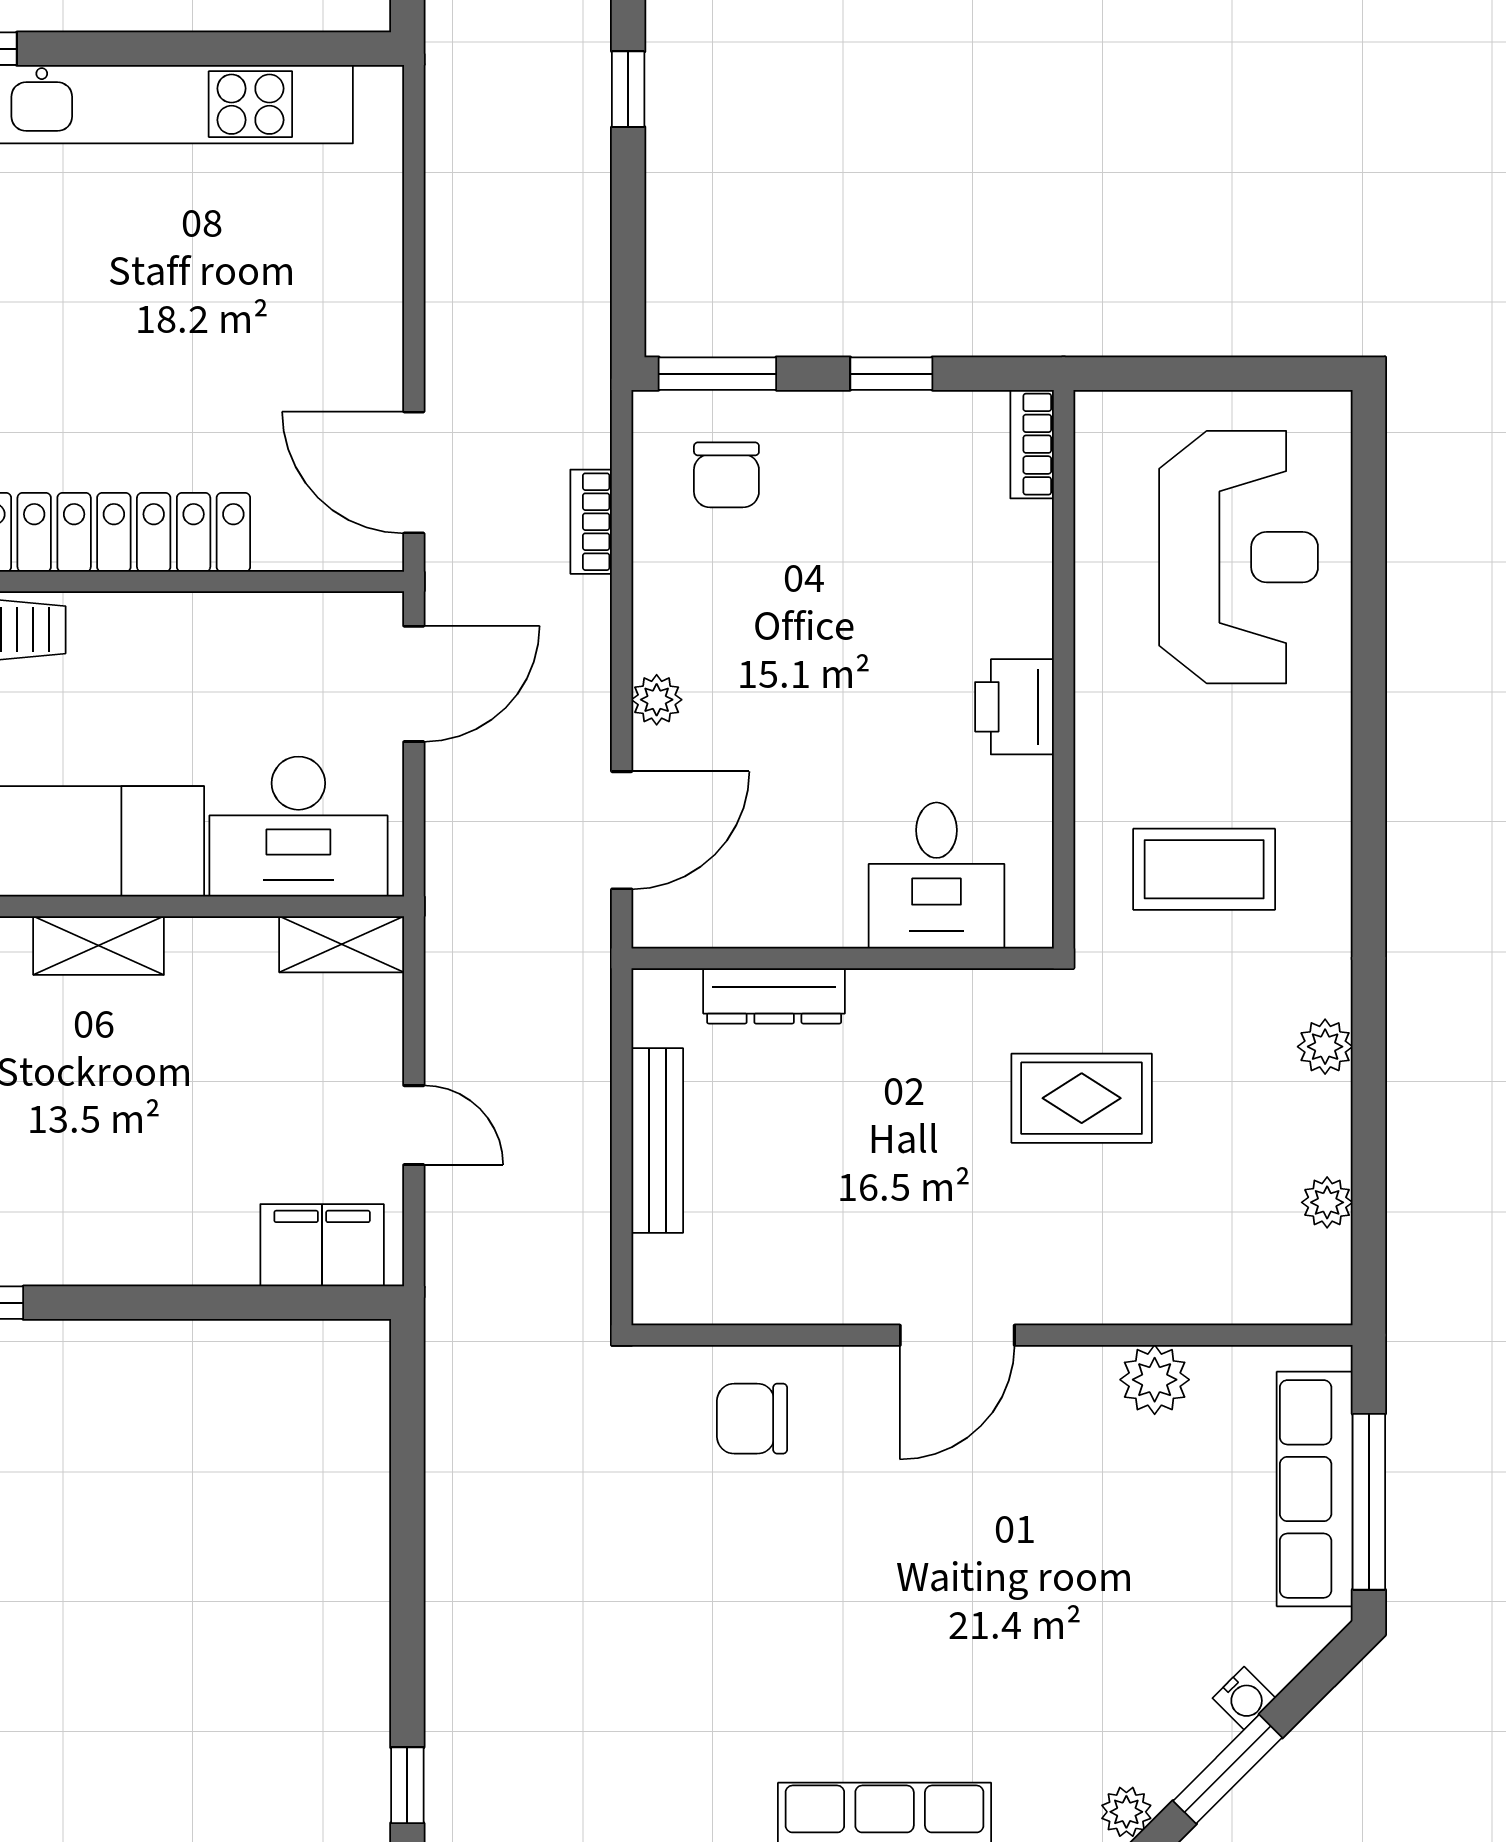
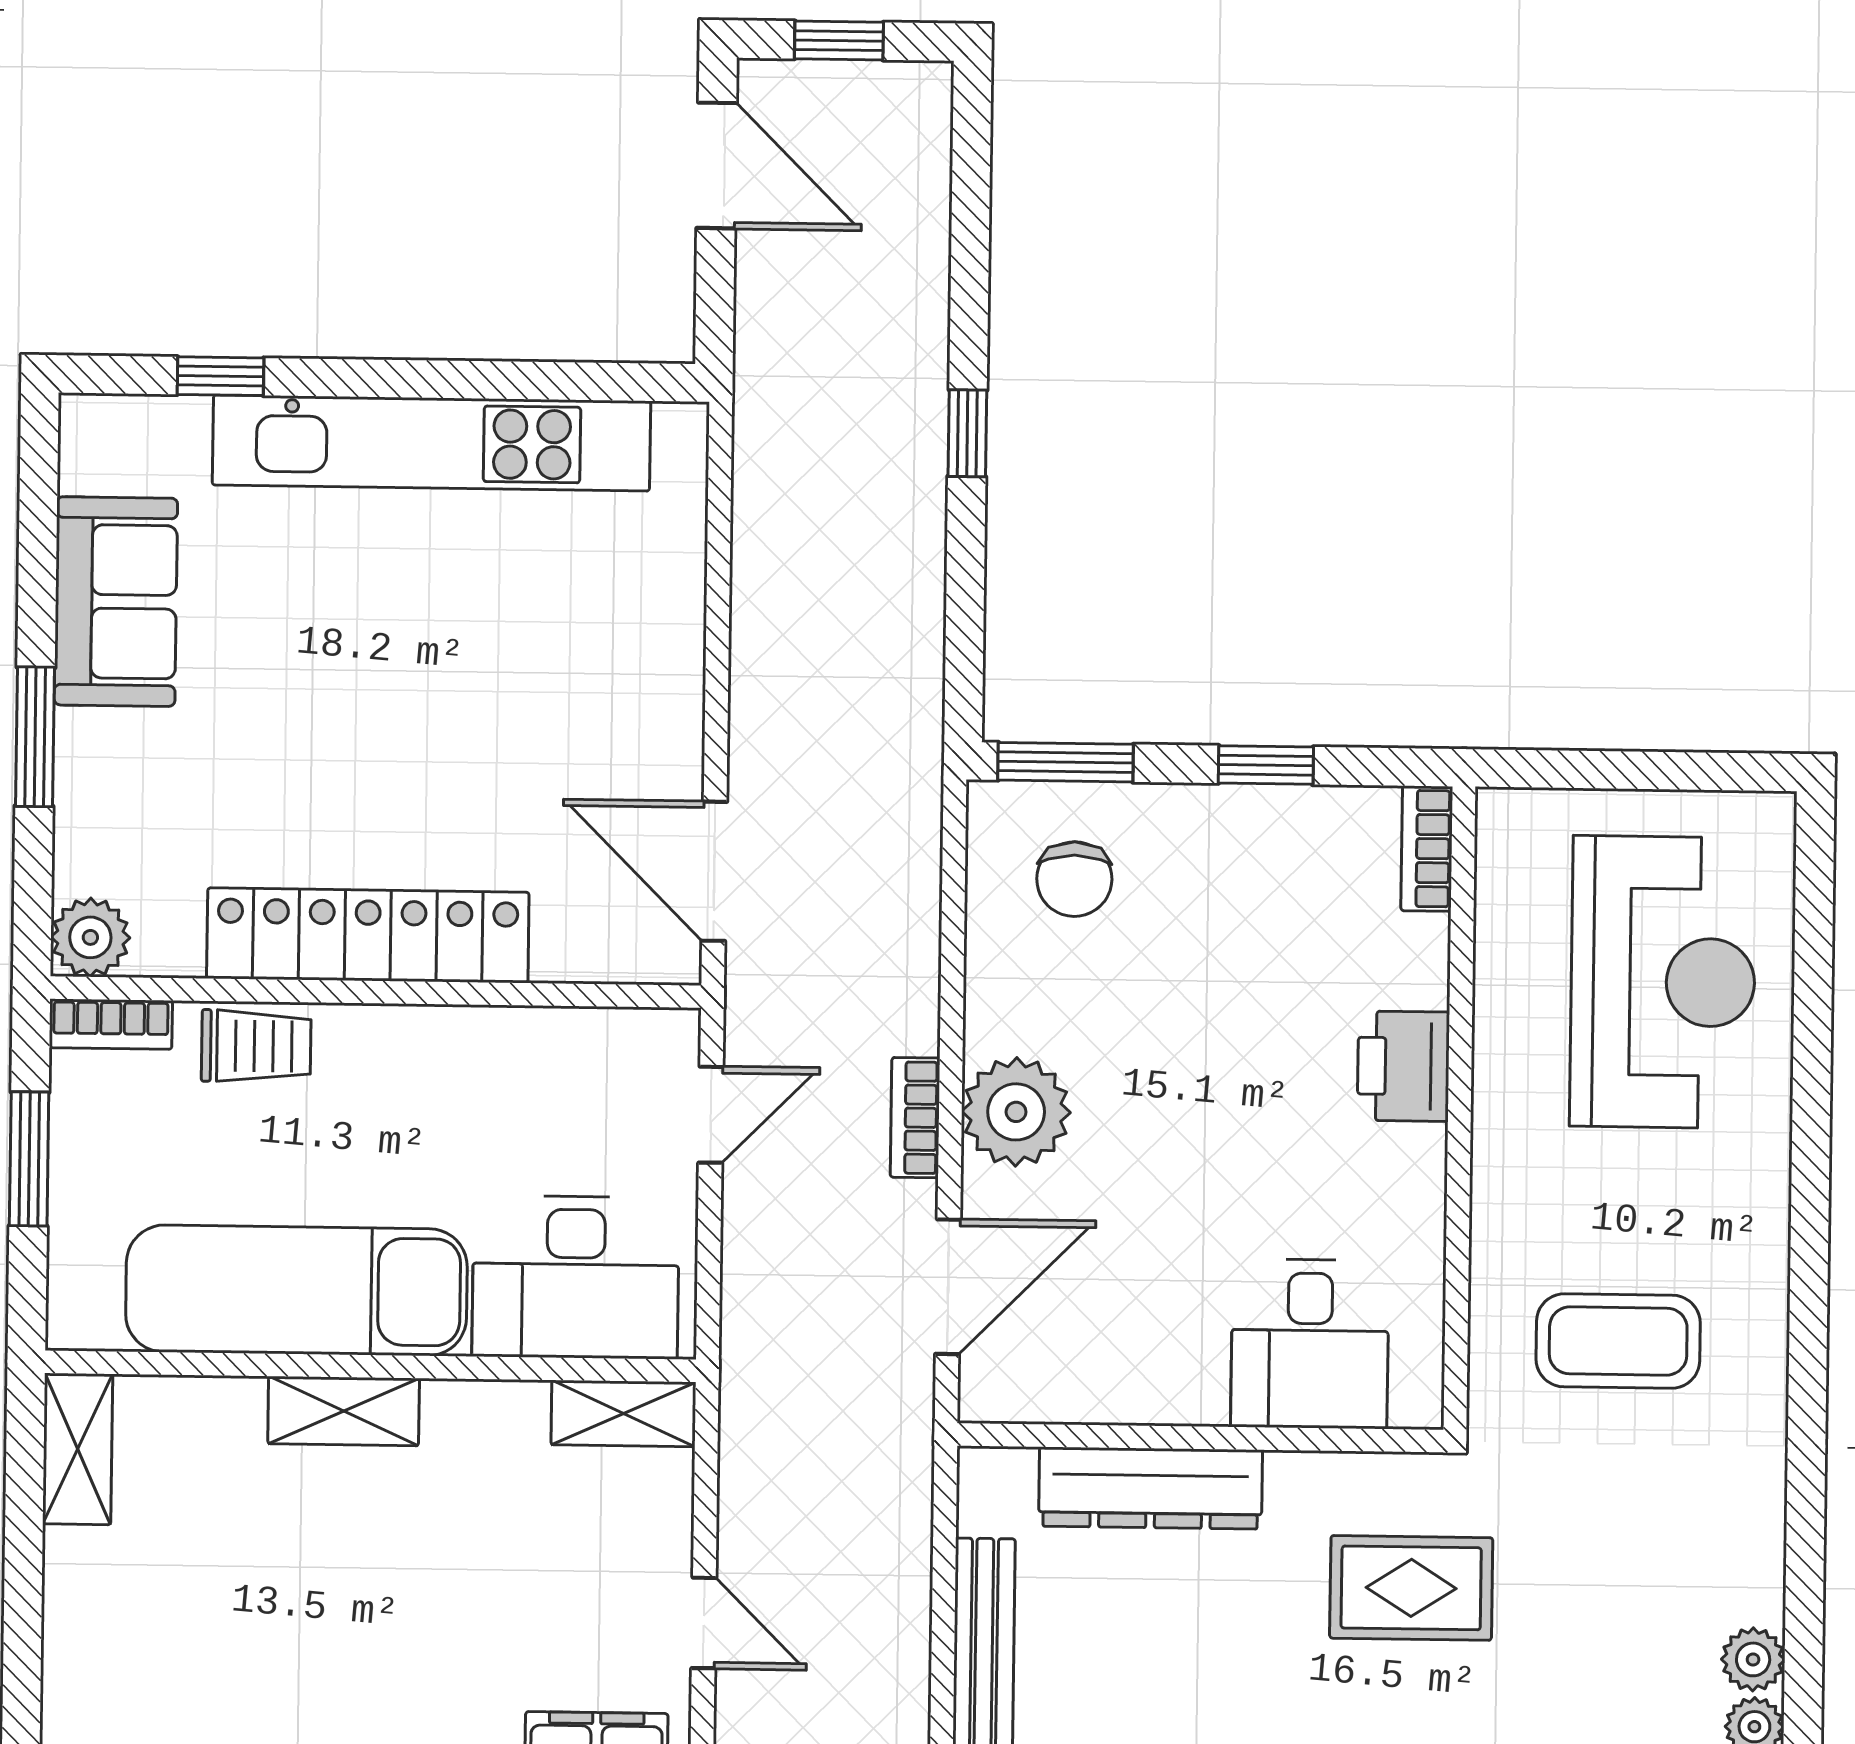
bookcase: (591, 522) -> (915, 1118), moved
door: (414, 684) -> (711, 1115), width x0.73
plant: (657, 700) -> (1016, 1112), width x1.88, depth x1.88
printer: (1014, 707) -> (1403, 1066), moved
dresser: (774, 996) -> (1151, 1488), width x1.37, depth x1.24
plant: (1325, 1047) -> (1753, 1659), moved
rug: (1082, 1098) -> (1411, 1588), moved

